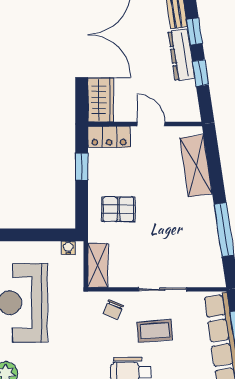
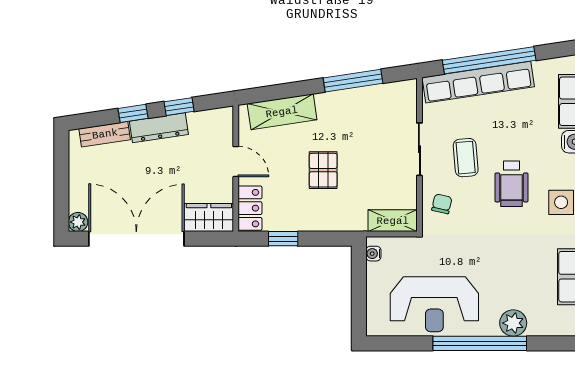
door: (151, 124) -> (236, 162), swing flipped
pallet: (118, 209) -> (323, 170), moved
chair: (113, 310) -> (442, 204), turned -100

